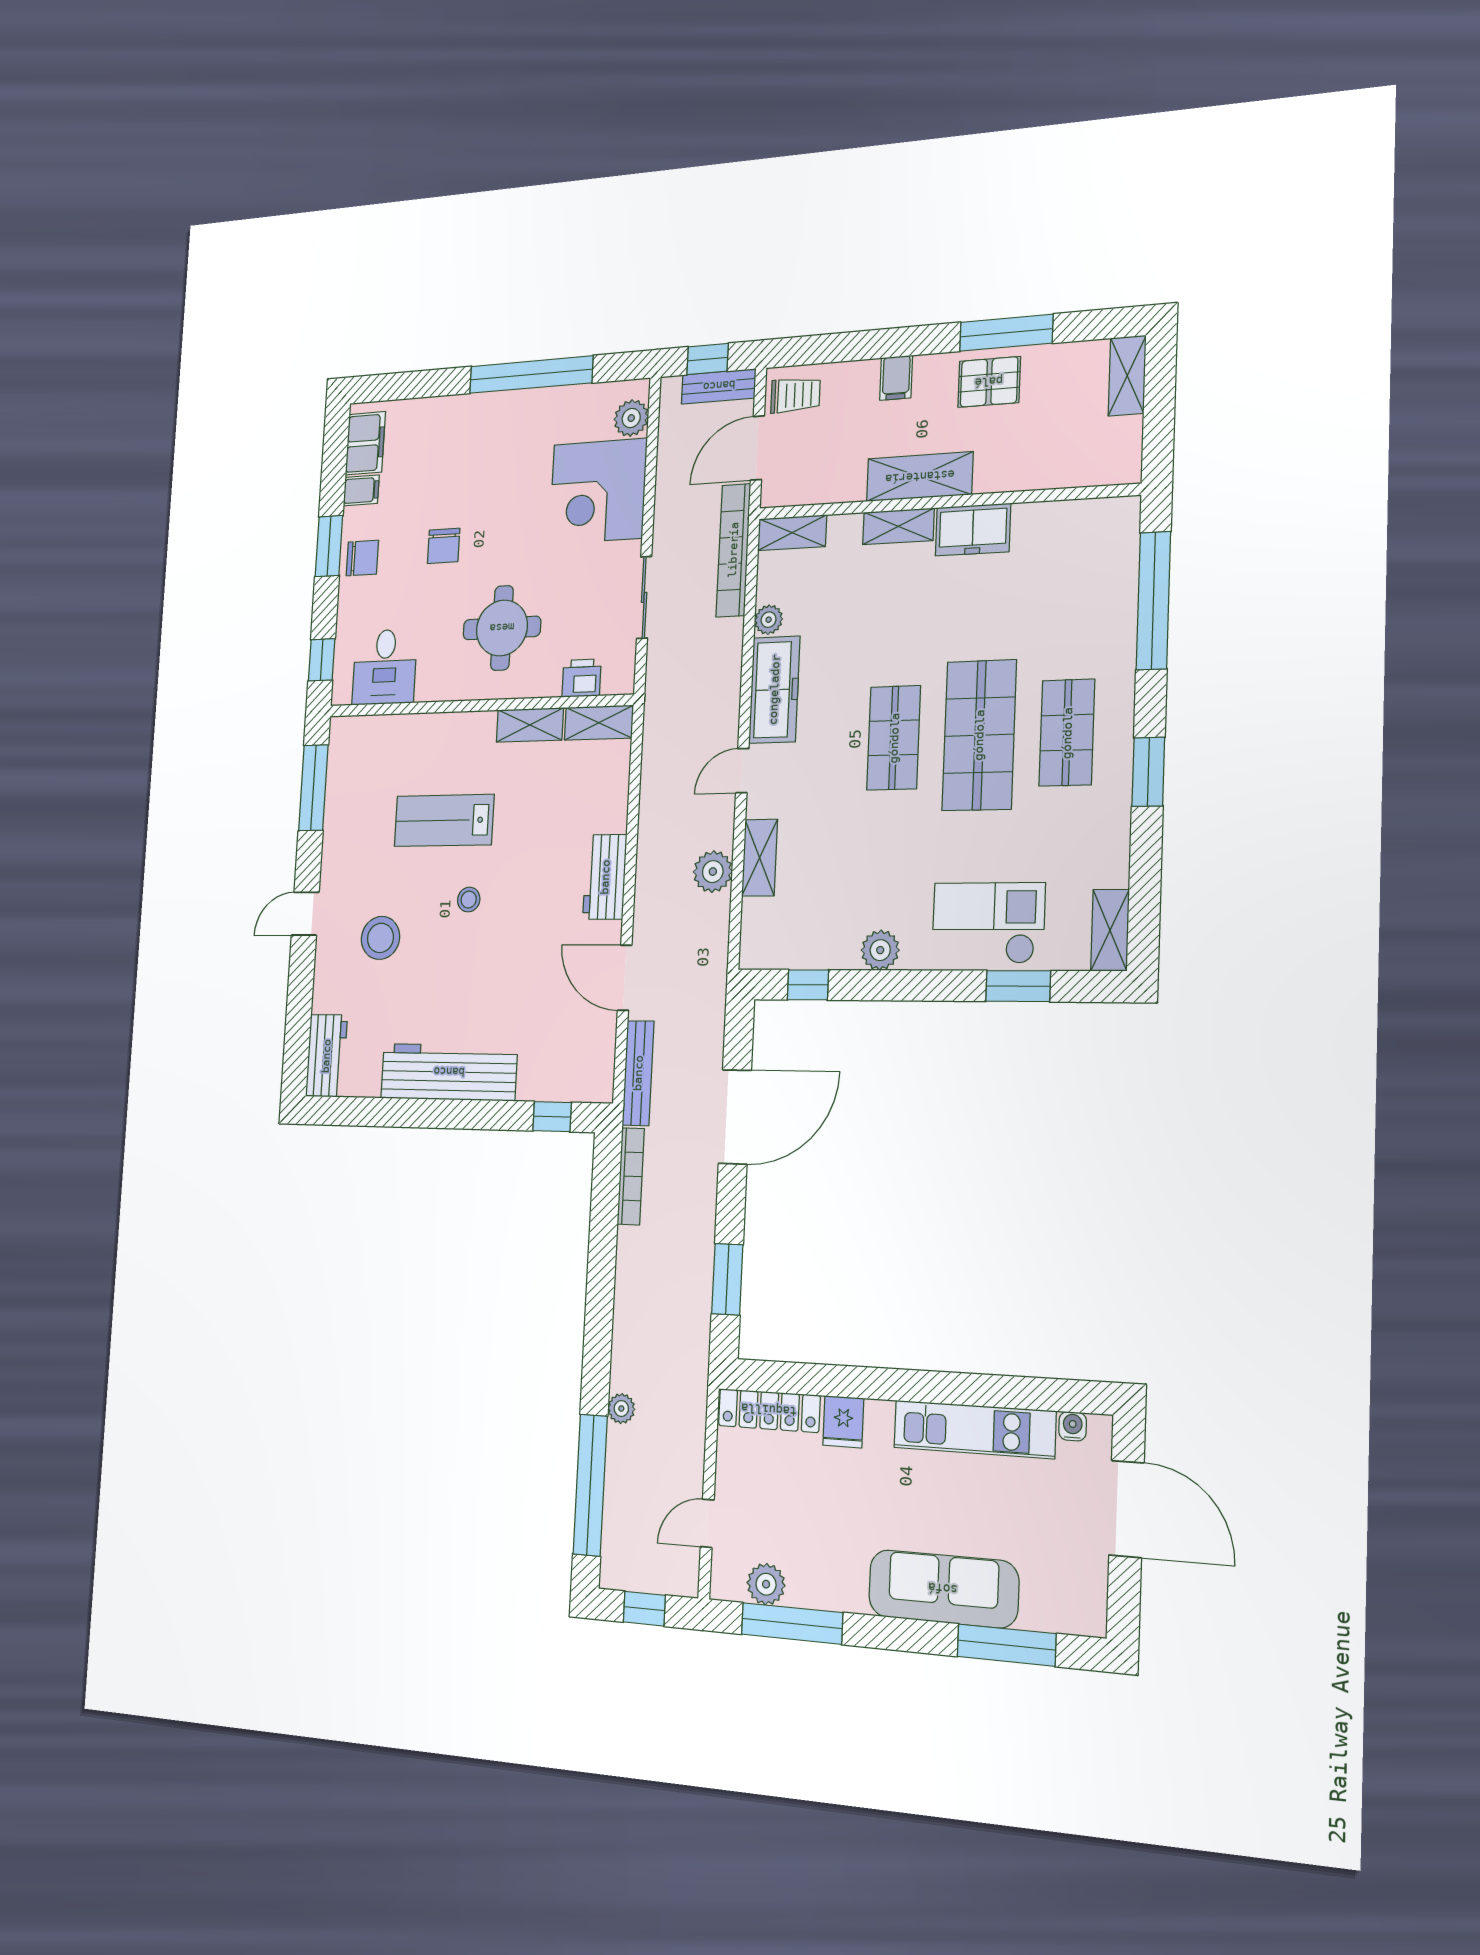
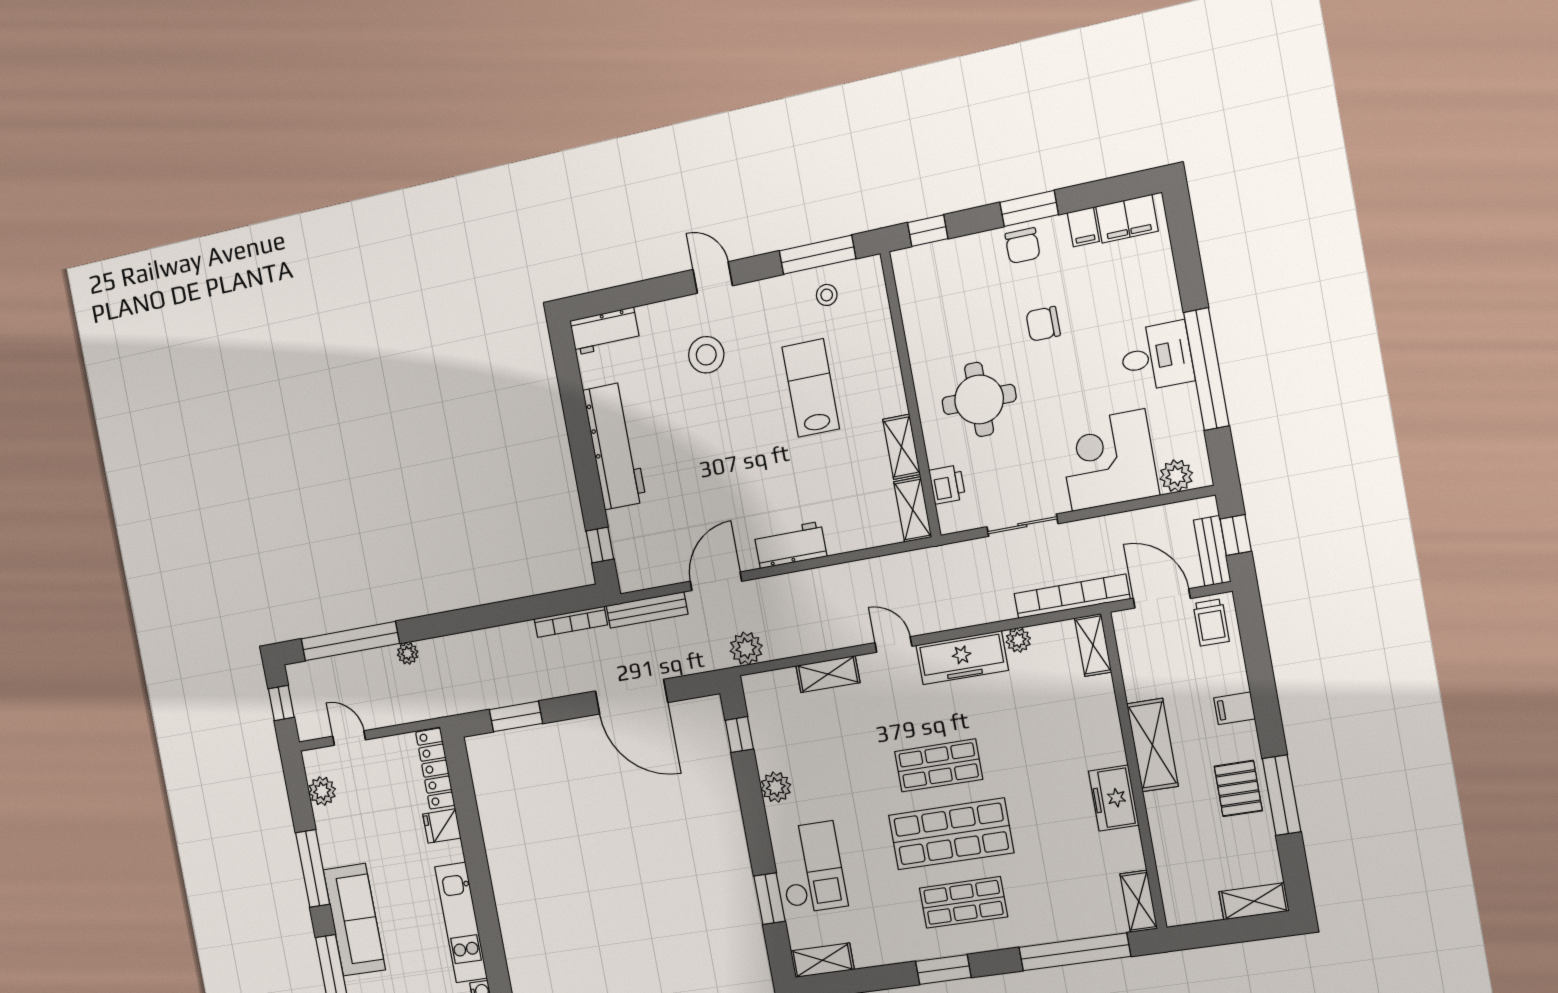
shelving: (898, 526) -> (1139, 901), moved
desk: (385, 667) -> (1156, 357), moved, turned 180
plant: (713, 872) -> (746, 648), moved
stool: (469, 900) -> (827, 295), moved
window: (792, 1623) -> (313, 868), moved

